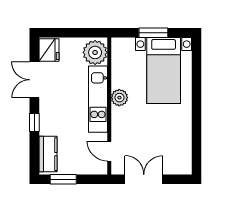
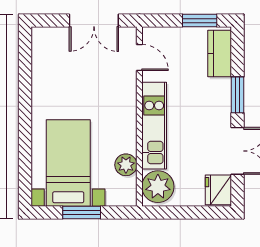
plant: (119, 98) -> (126, 165), moved
window: (34, 123) -> (237, 95), width x1.50

